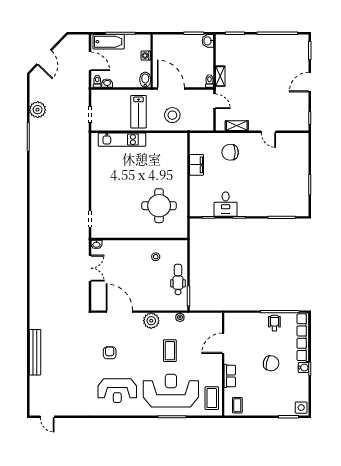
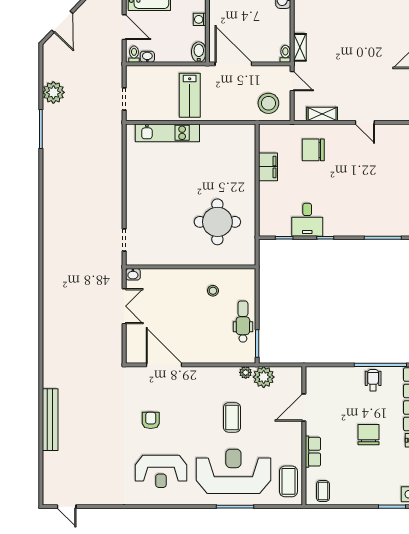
stool: (172, 115) -> (268, 103), moved
plant: (151, 321) -> (264, 377), moved
chair: (271, 363) -> (369, 435), turned -102

